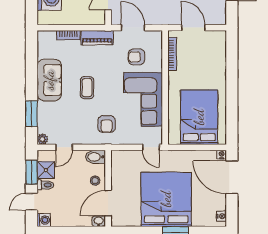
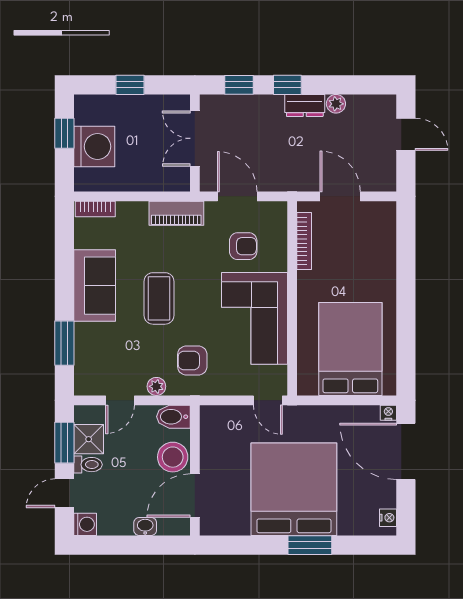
bookcase: (68, 35) -> (95, 209), moved
armchair: (136, 57) -> (243, 246), turned 180
coffee table: (87, 88) -> (159, 298), width x1.36, depth x1.30
armchair: (107, 124) -> (192, 360), turned 90
plant: (42, 139) -> (156, 386), moved
stool: (95, 181) -> (173, 457), width x1.89, depth x1.89
washbasin: (99, 221) -> (145, 526), moved

